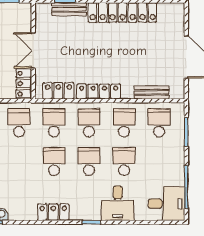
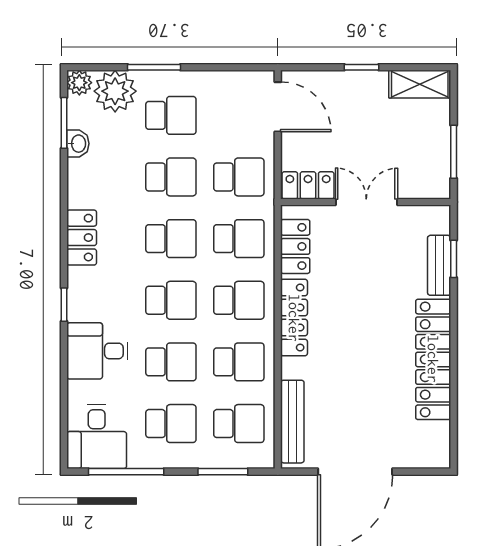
bench: (152, 92) -> (292, 422), width x1.36
school desk: (19, 161) -> (171, 177), added
school desk: (159, 161) -> (171, 424), added

